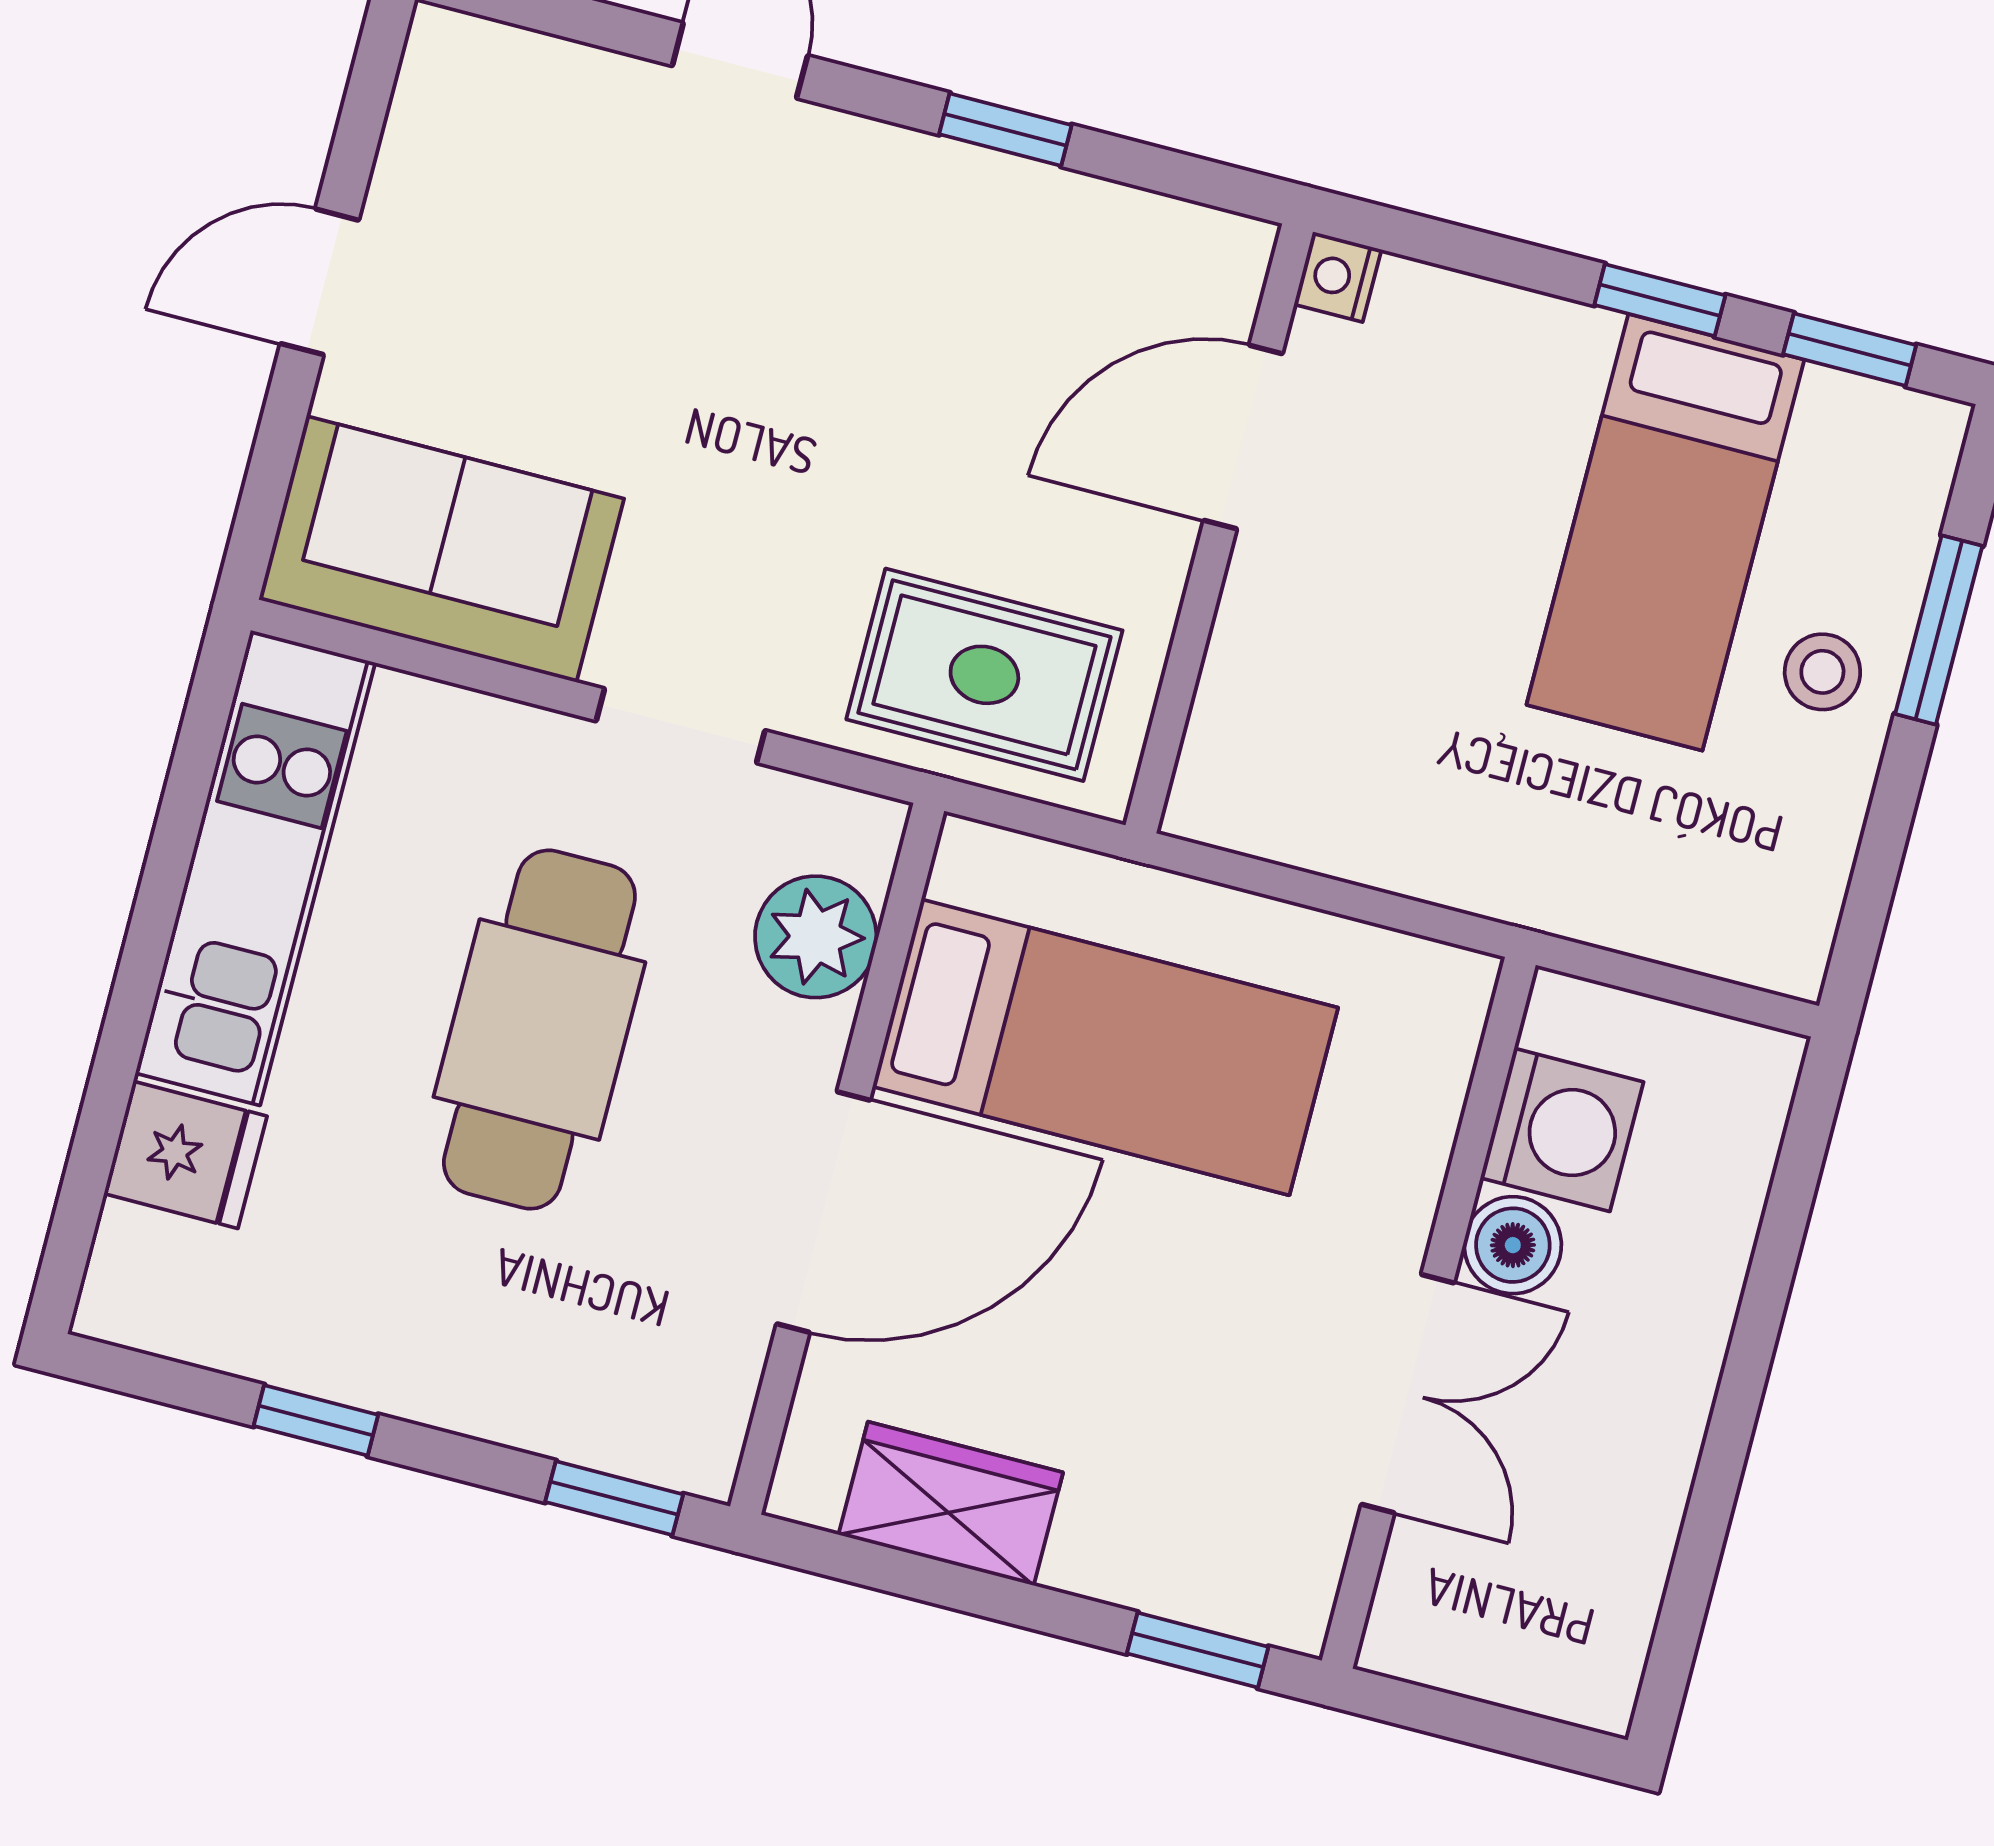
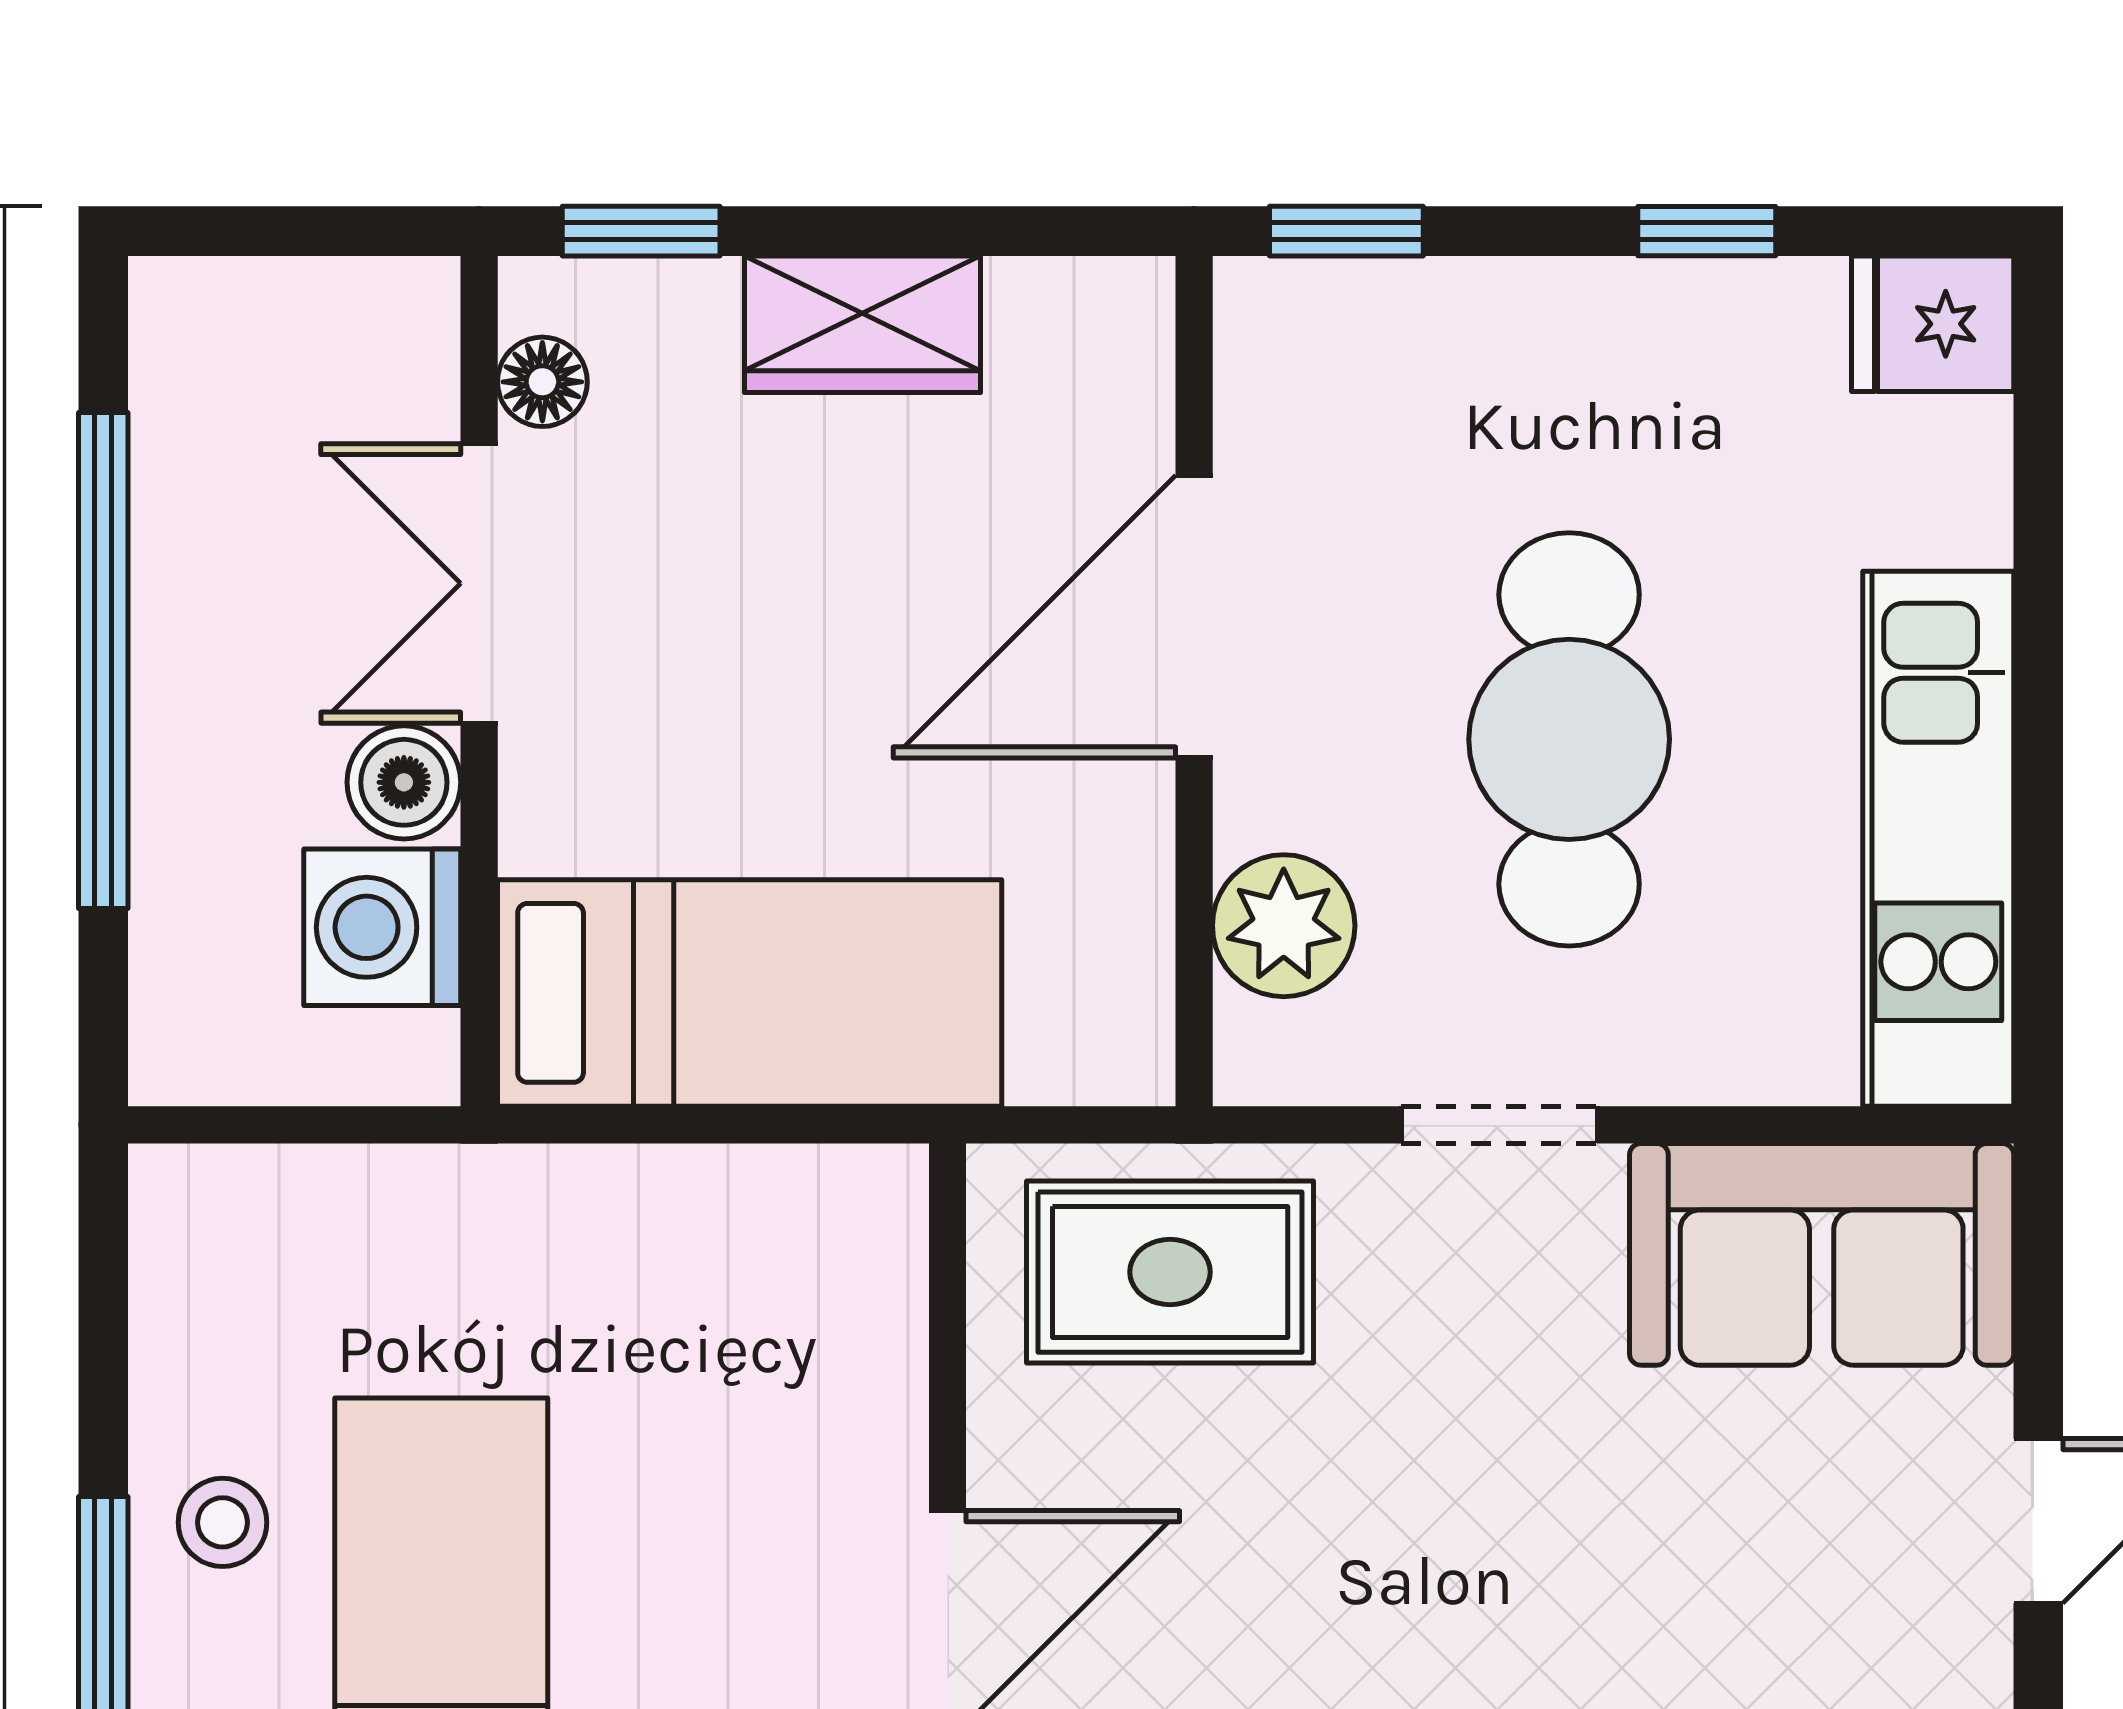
bed: (1105, 1047) -> (750, 993), moved, turned 180
fridge: (186, 1155) -> (1933, 324), moved
window: (1735, 1411) -> (103, 660), added
wardrobe: (951, 1504) -> (863, 324), moved
floor lamp: (1312, 1547) -> (542, 382), added

